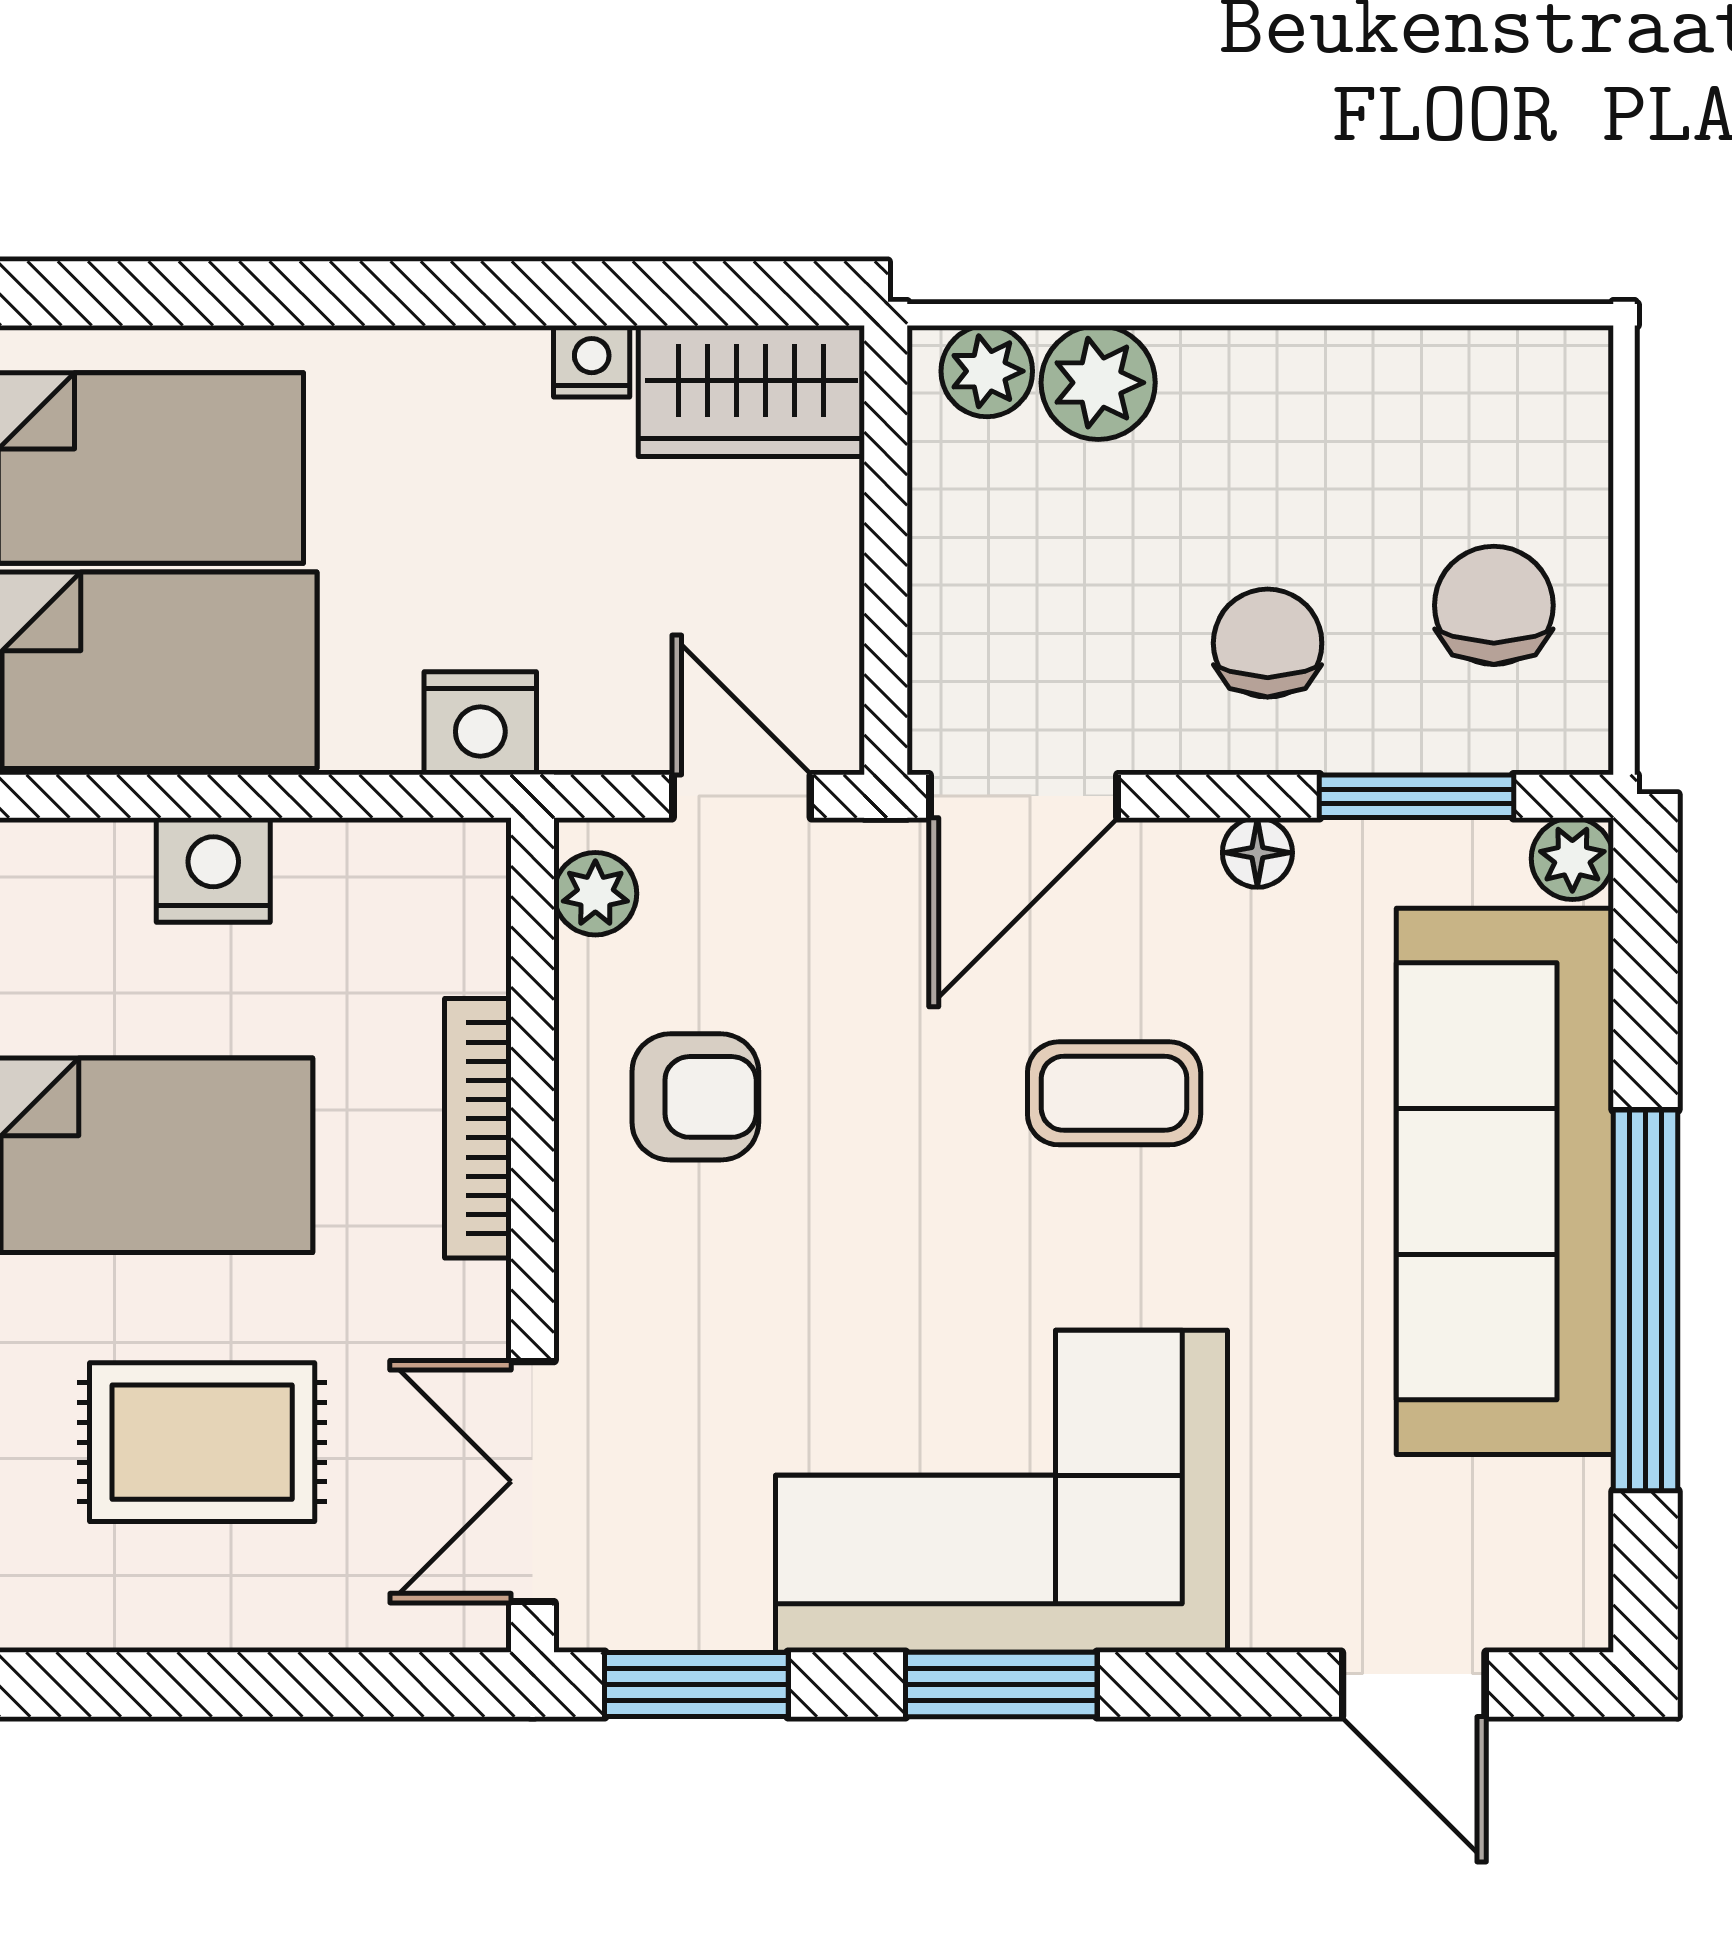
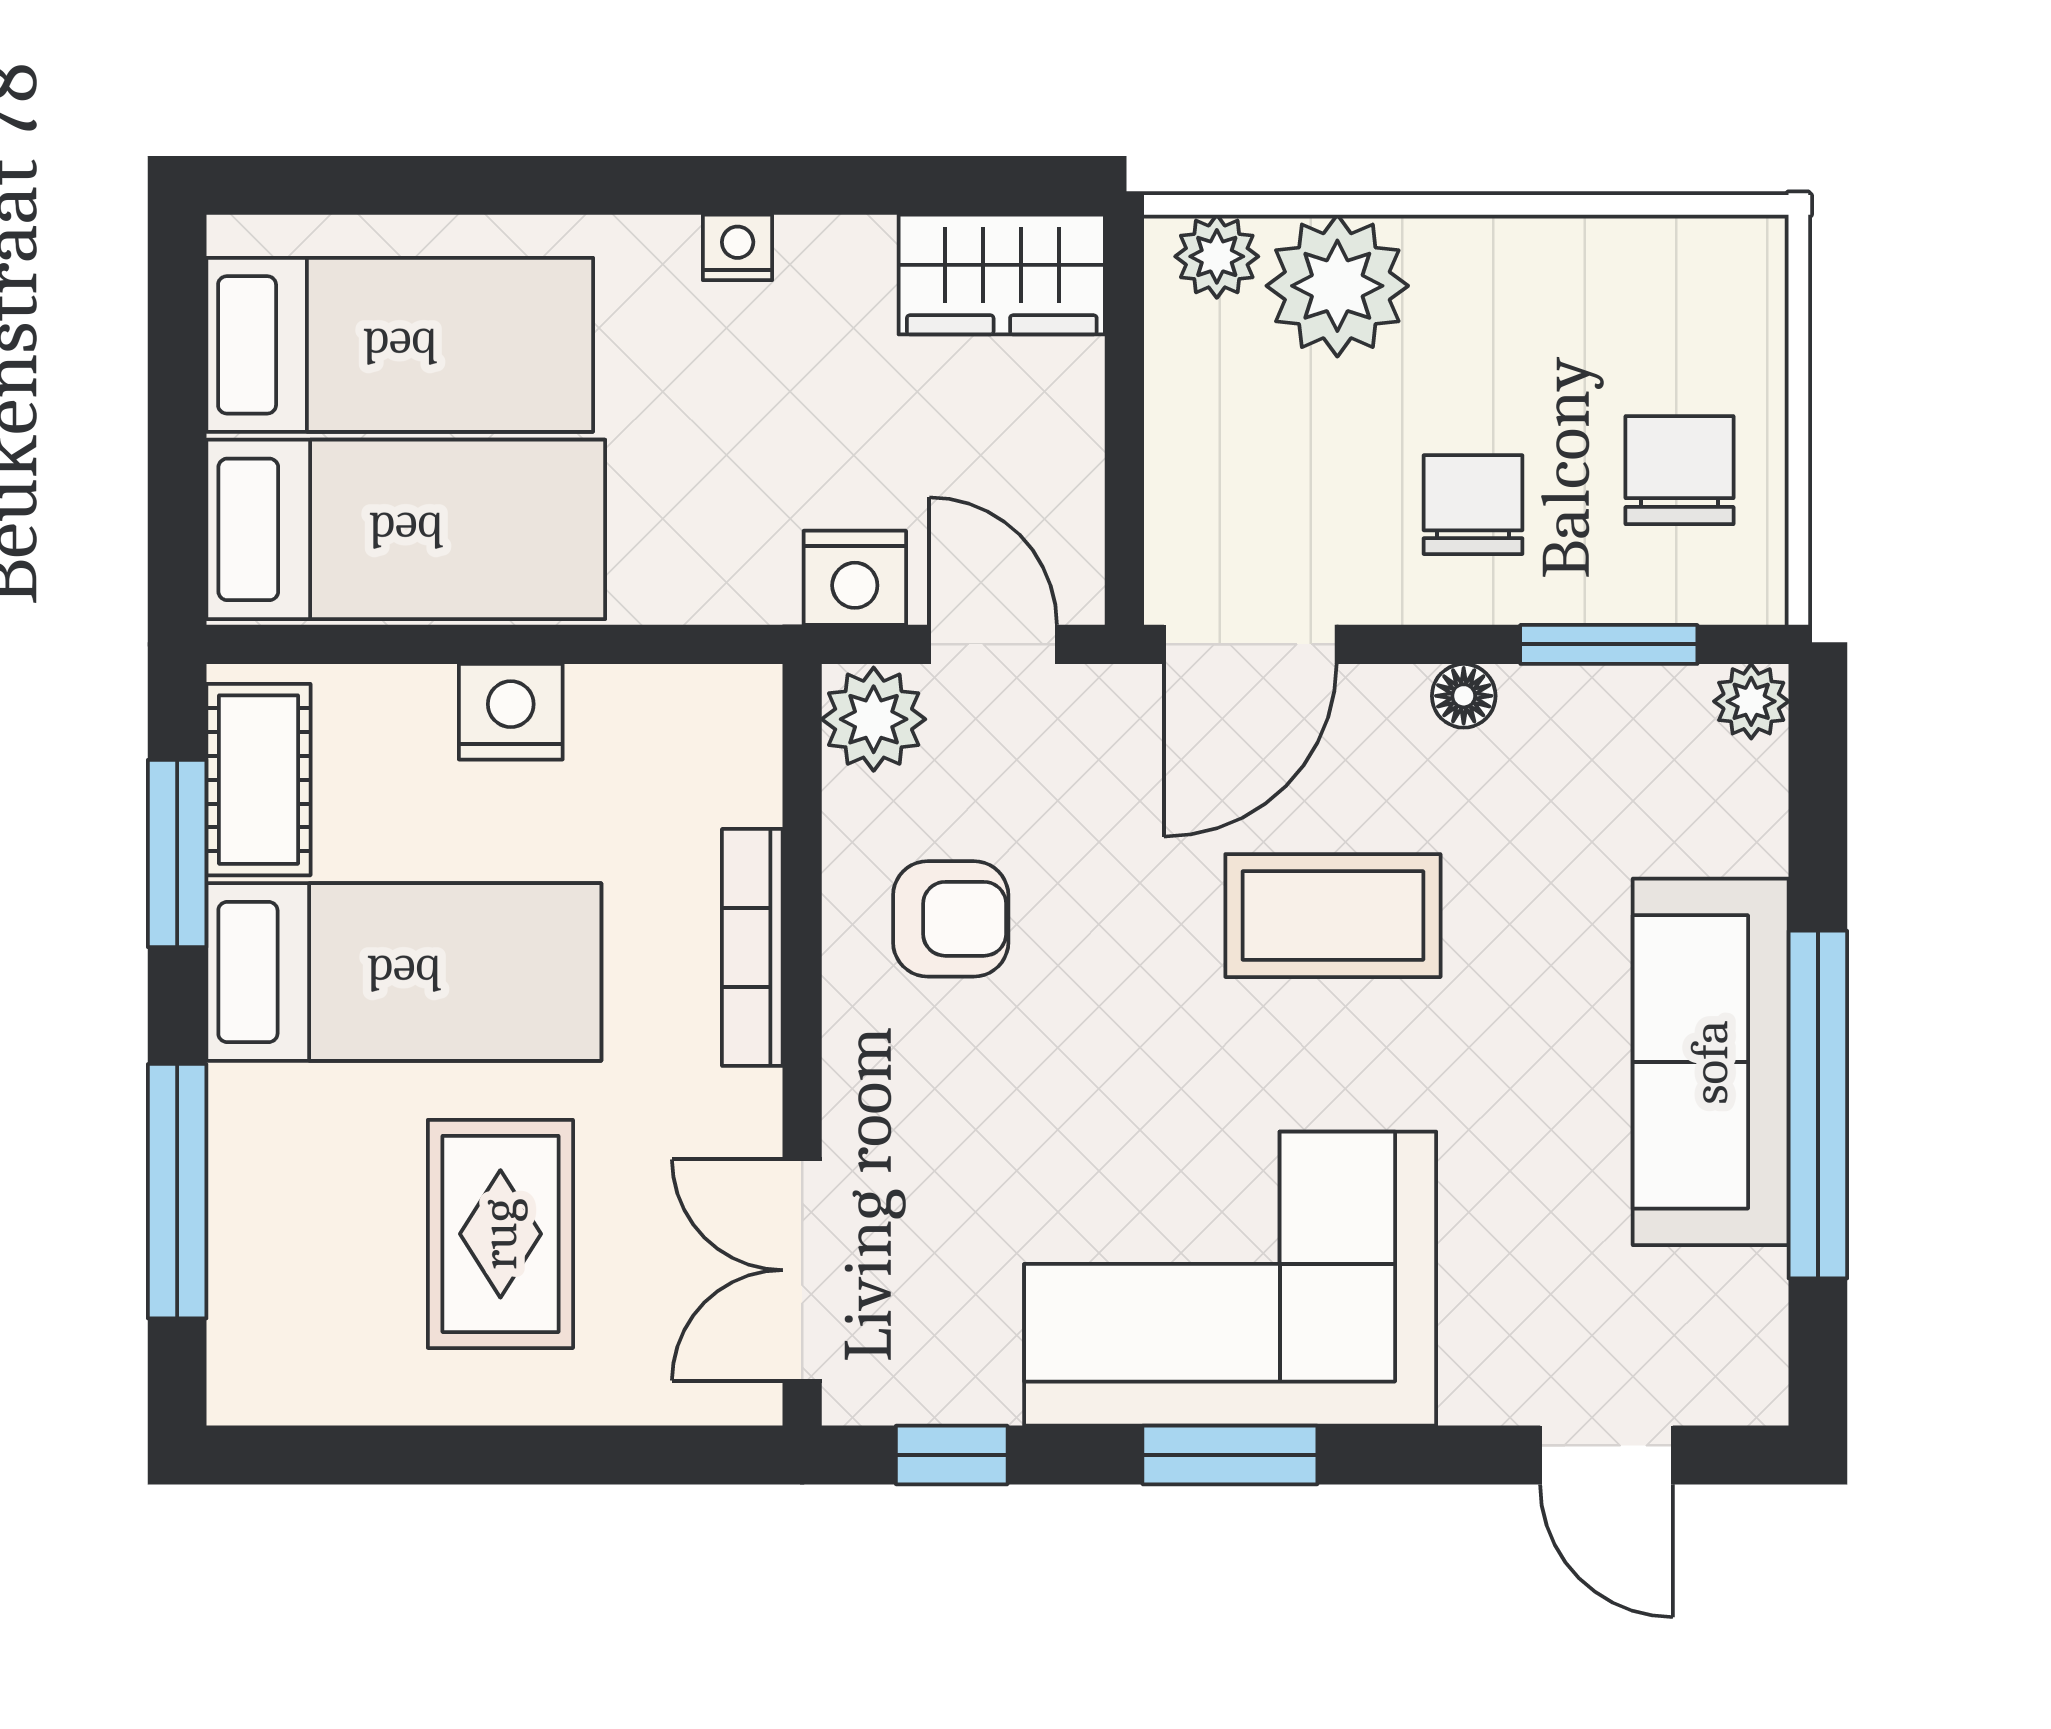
nightstand: (592, 361) -> (738, 247), moved
plant: (1098, 383) -> (1337, 286), width x1.36, depth x1.36
nightstand: (480, 723) -> (855, 578), moved
plant: (595, 894) -> (874, 719), width x1.38, depth x1.38
coffee table: (1114, 1093) -> (1333, 916), width x1.36, depth x1.30
sofa: (1505, 1181) -> (1711, 1062), width x0.74, depth x0.79
rug: (202, 1442) -> (500, 1234), turned 90
window: (696, 1684) -> (952, 1455), width x0.67

